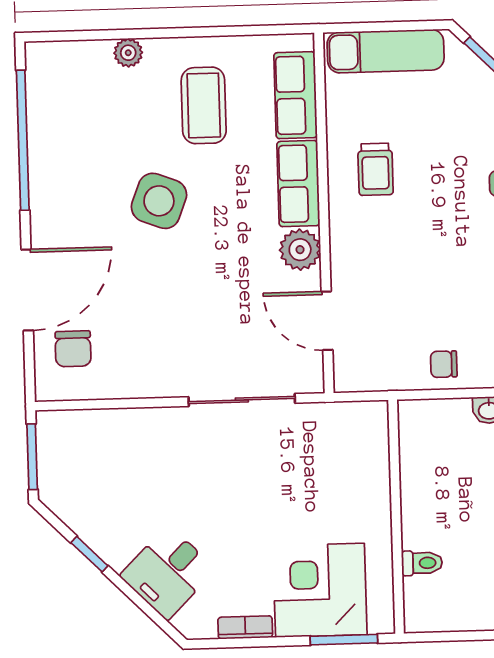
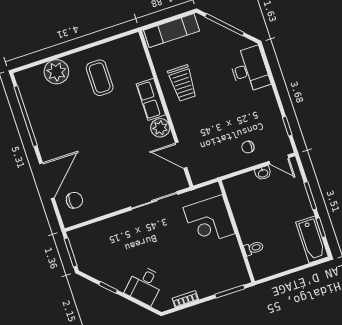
plant: (128, 53) -> (56, 72), width x1.88, depth x1.88
row of seats: (296, 95) -> (138, 61), removed
trolley: (375, 169) -> (183, 83), width x1.36, depth x1.39
side table: (159, 201) -> (93, 125), removed
chair: (73, 349) -> (74, 200), turned -90
chair: (444, 364) -> (248, 147), moved
corner desk: (320, 590) -> (209, 220), moved, turned -90

